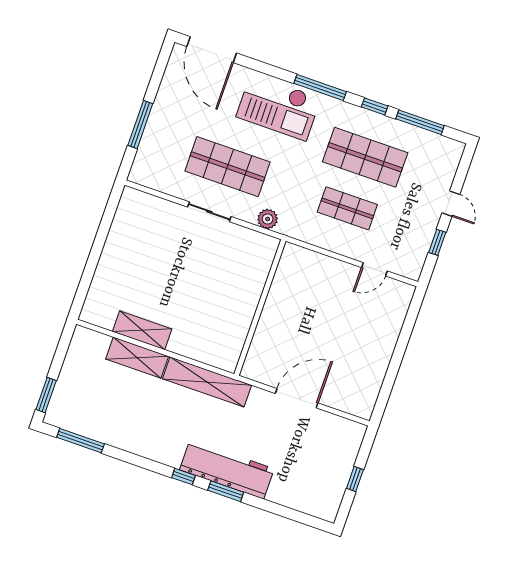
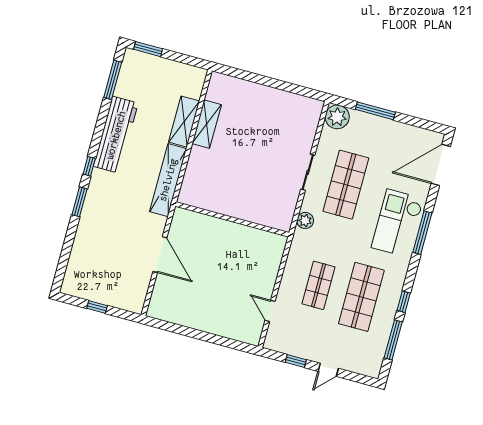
window: (320, 87) -> (422, 233), moved
plant: (145, 171) -> (337, 117), added
workbench: (227, 469) -> (116, 135), moved

